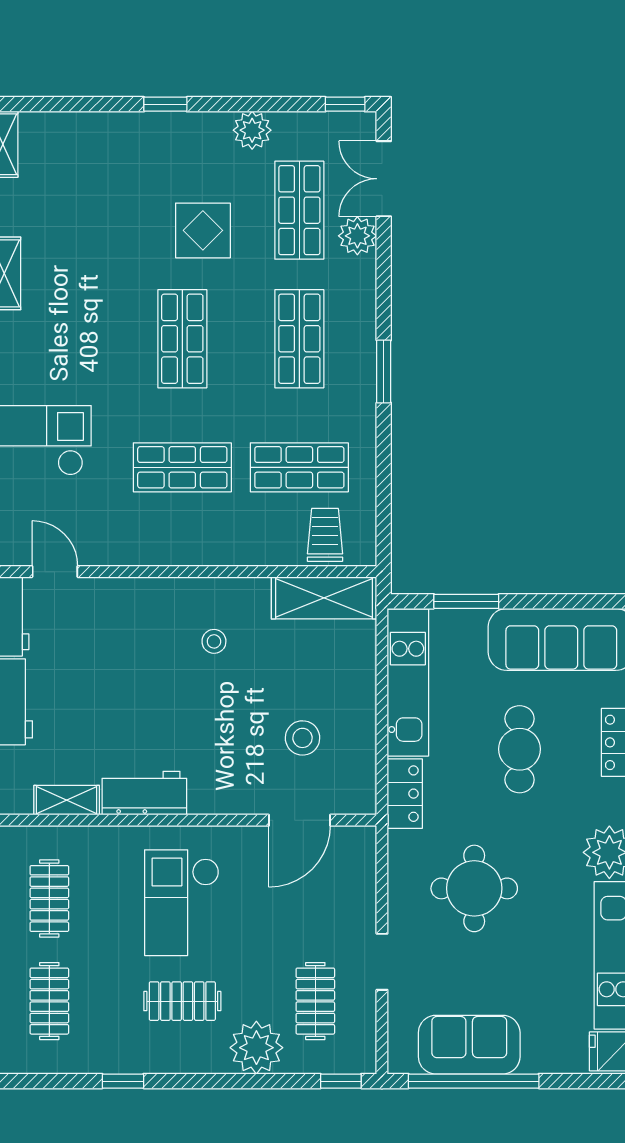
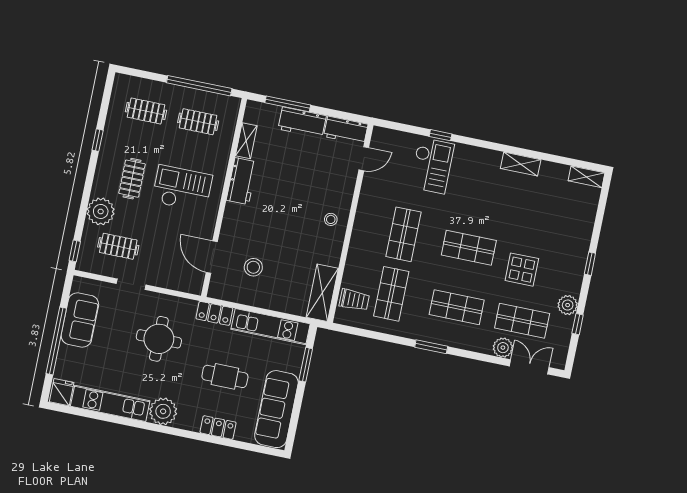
window: (345, 104) -> (578, 324), moved
stool: (214, 641) -> (331, 219), moved
window: (474, 1081) -> (56, 341), moved

